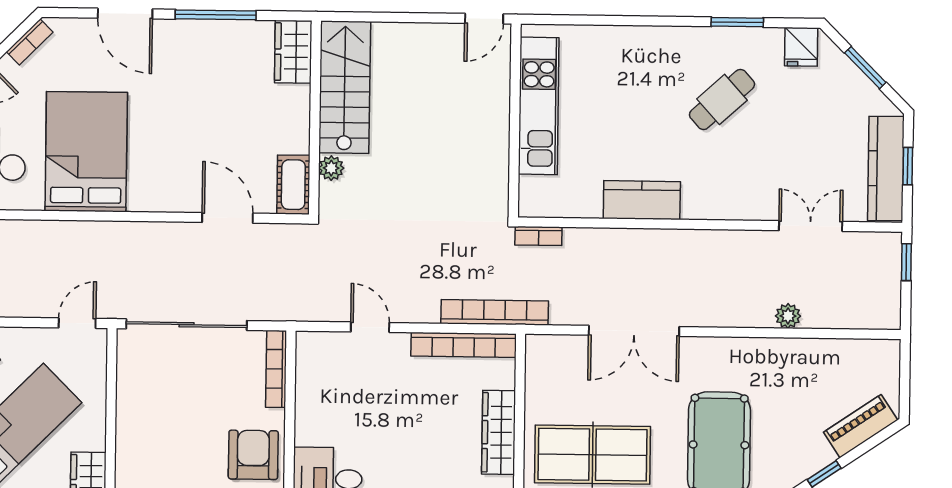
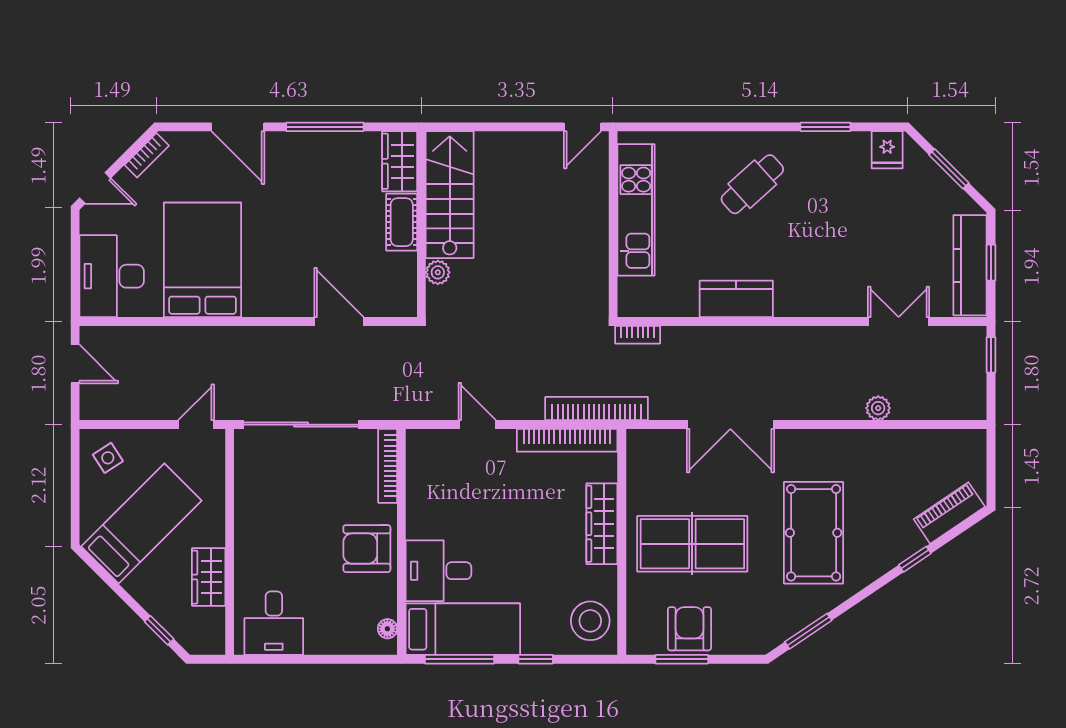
cafe table: (722, 99) -> (752, 184), moved
cot: (293, 185) -> (402, 222), moved
armchair: (253, 455) -> (367, 549), turned -90

